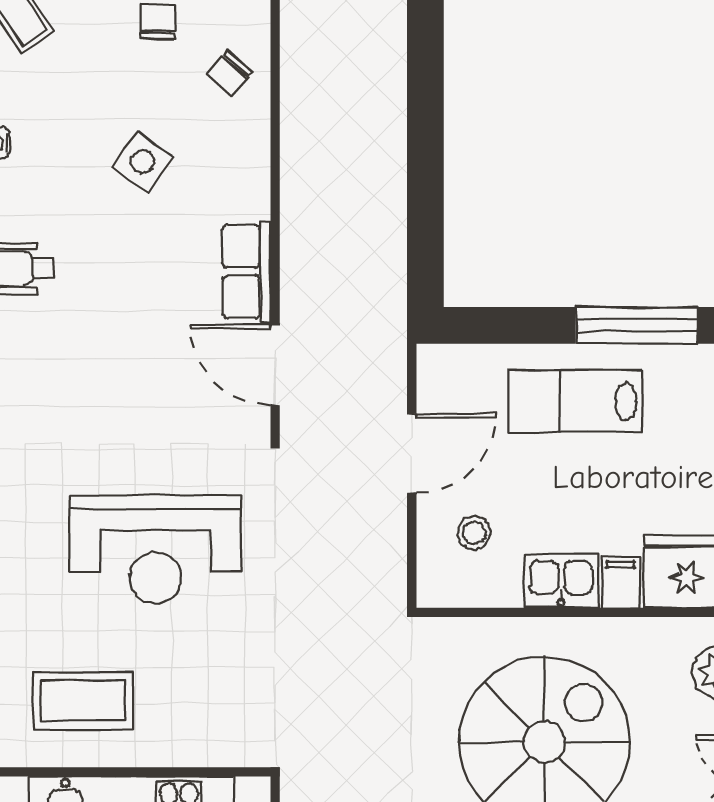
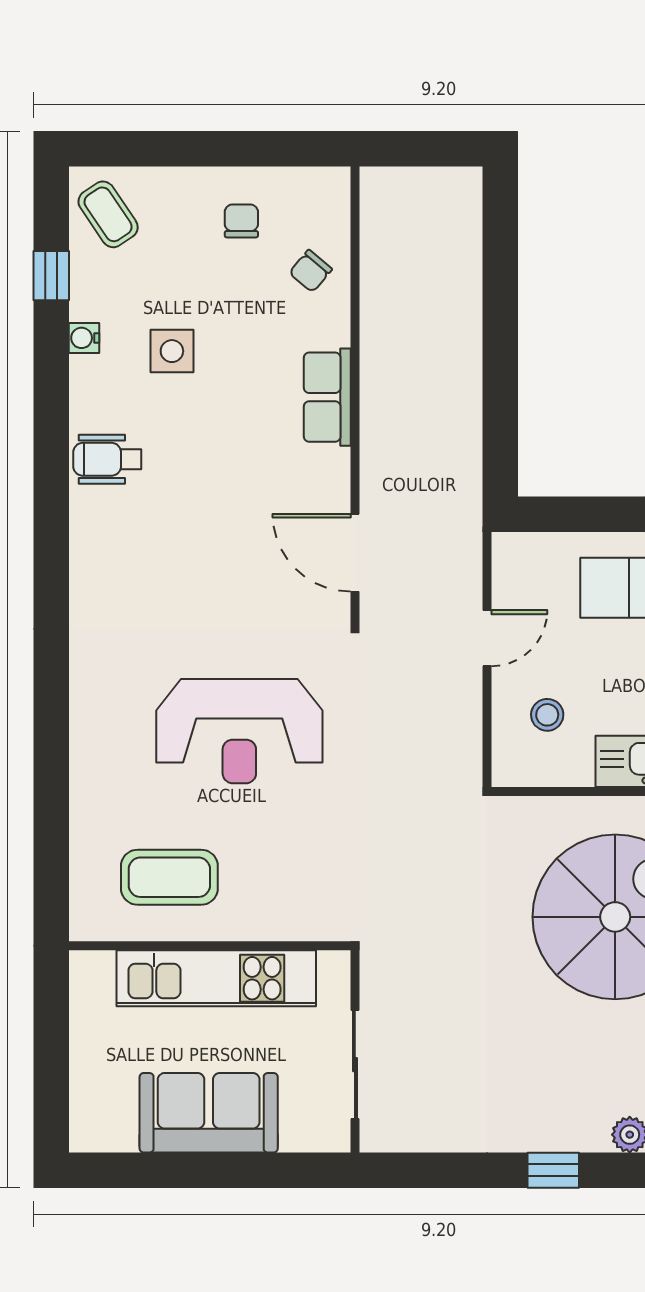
side table: (143, 162) -> (172, 351), moved, turned -36
row of seats: (246, 272) -> (327, 397), moved
door: (412, 453) -> (487, 638), width x0.73

